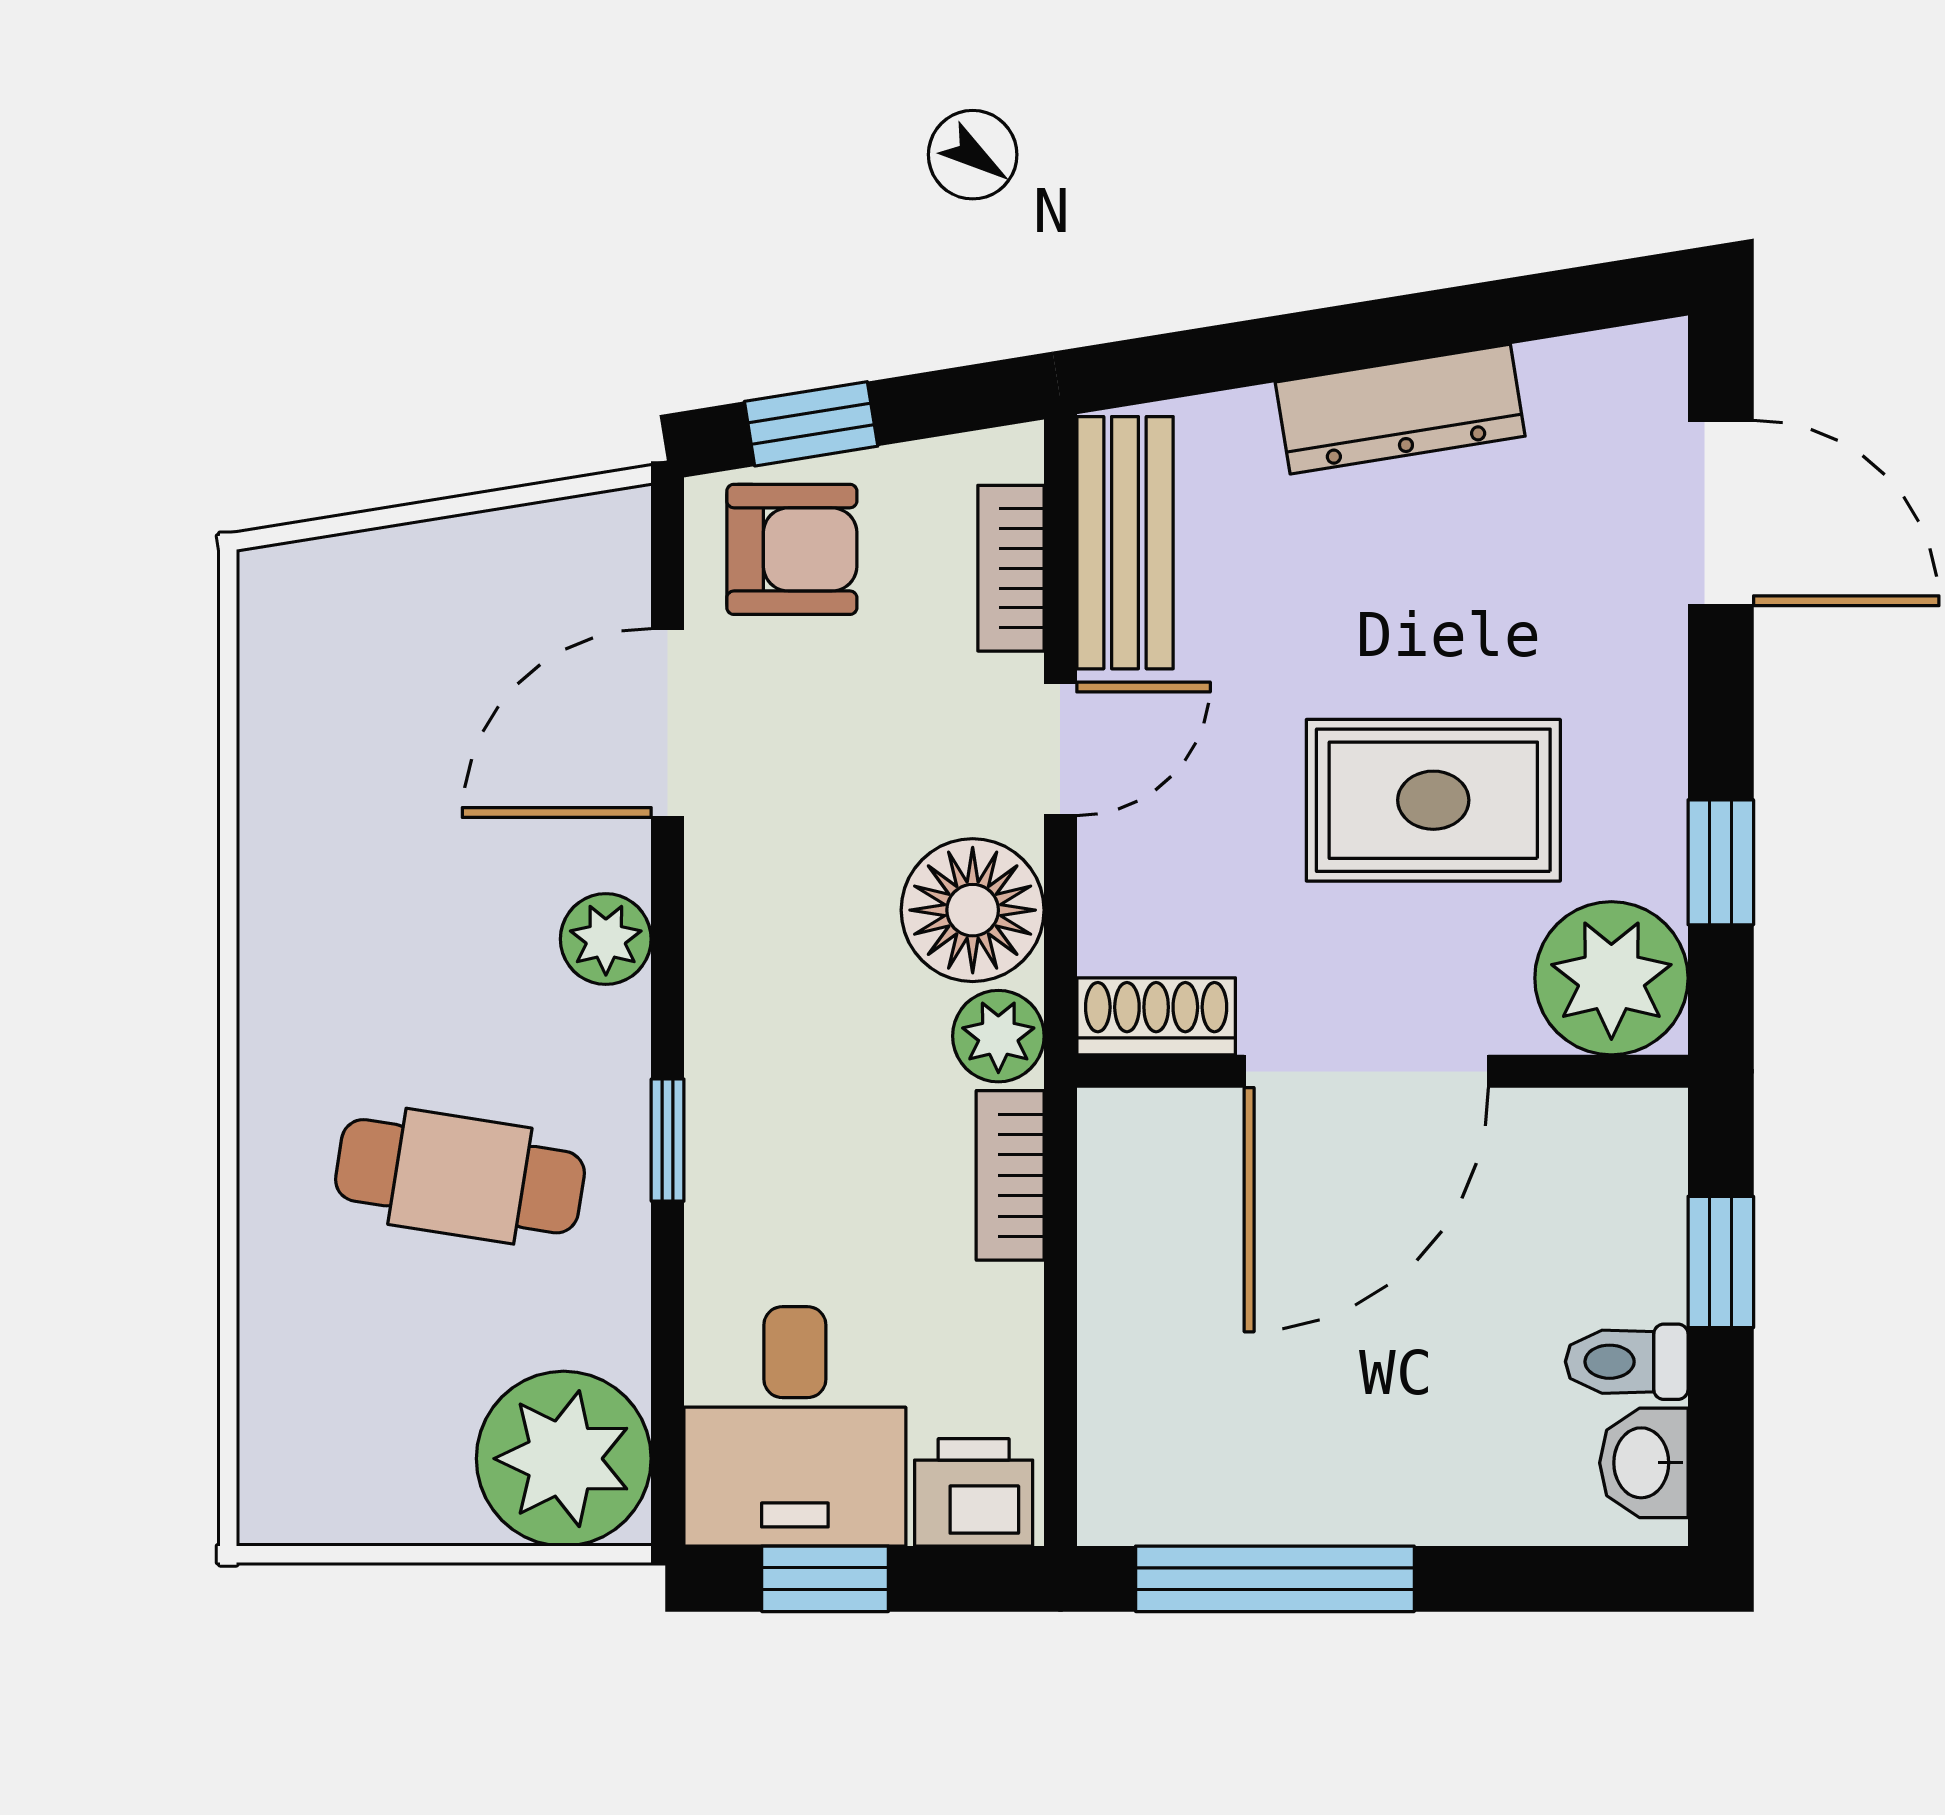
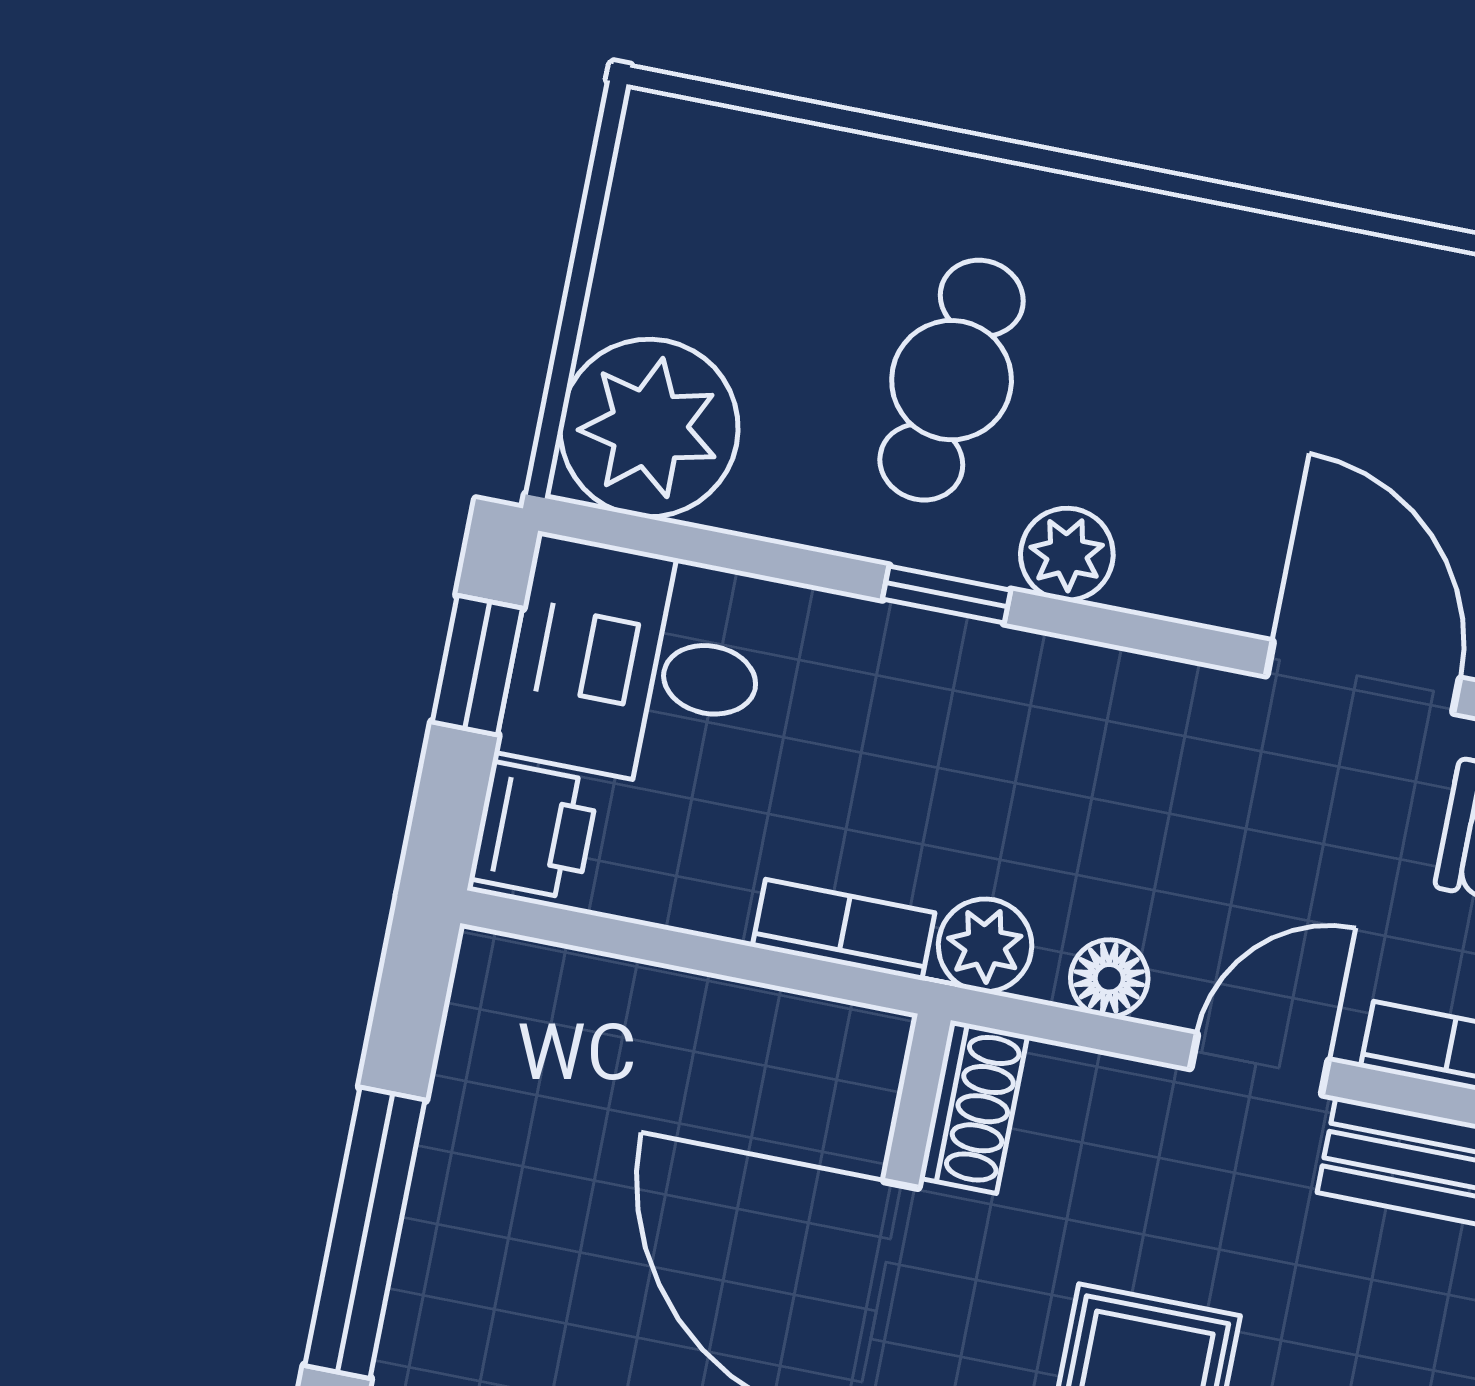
door: (1060, 749) -> (1260, 1064), swing flipped
floor lamp: (973, 910) -> (1109, 978), width x0.53, depth x0.53
plant: (606, 939) -> (1067, 554), moved
window: (1275, 1579) -> (365, 1233), moved

